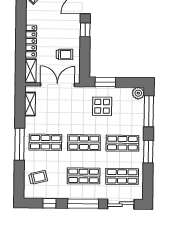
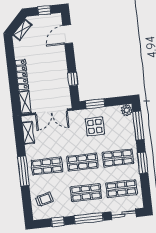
window: (85, 30) -> (73, 79), moved
trolley: (65, 54) -> (54, 83), removed
double door: (57, 85) -> (51, 112), swing flipped

